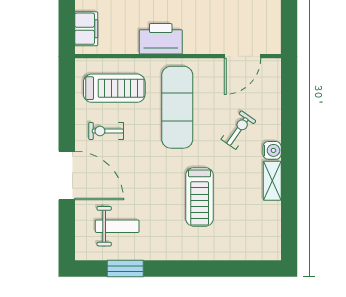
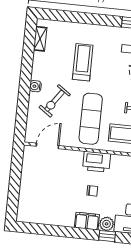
exercise bike: (238, 130) -> (55, 101), width x1.38, depth x1.39
shelving: (272, 181) -> (40, 39), moved

